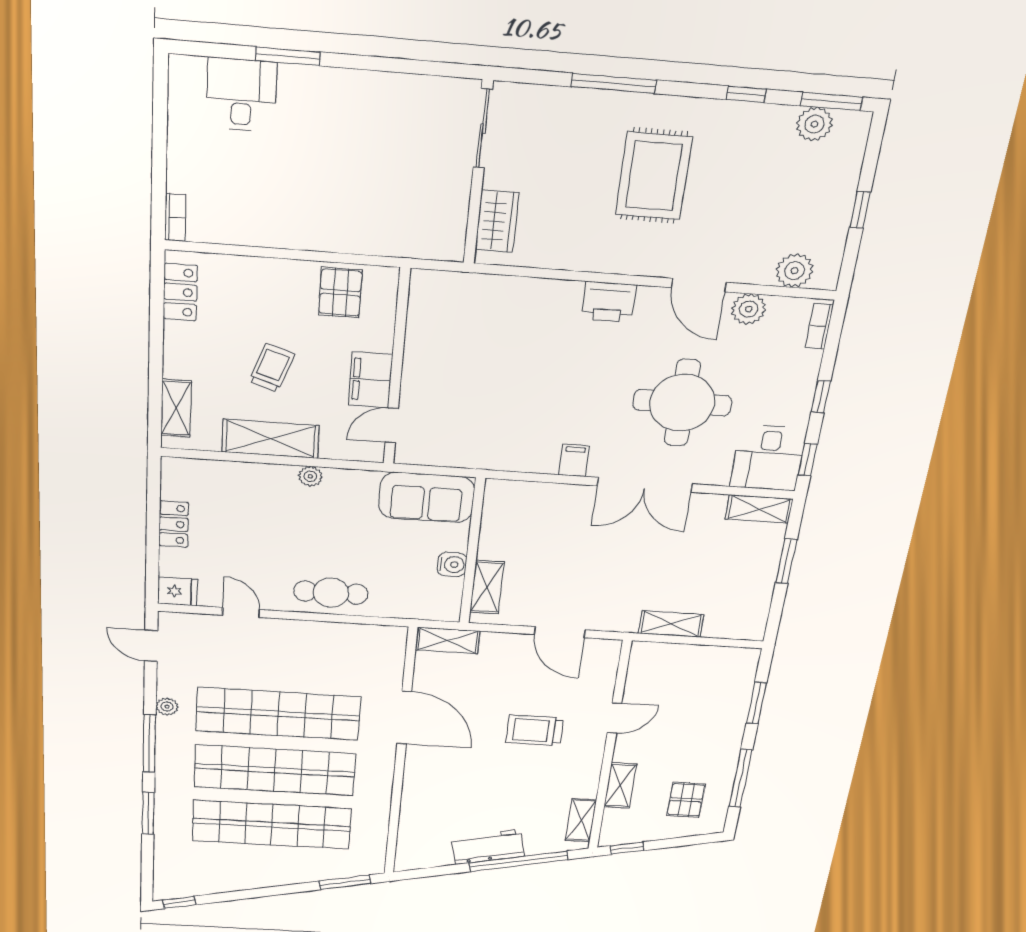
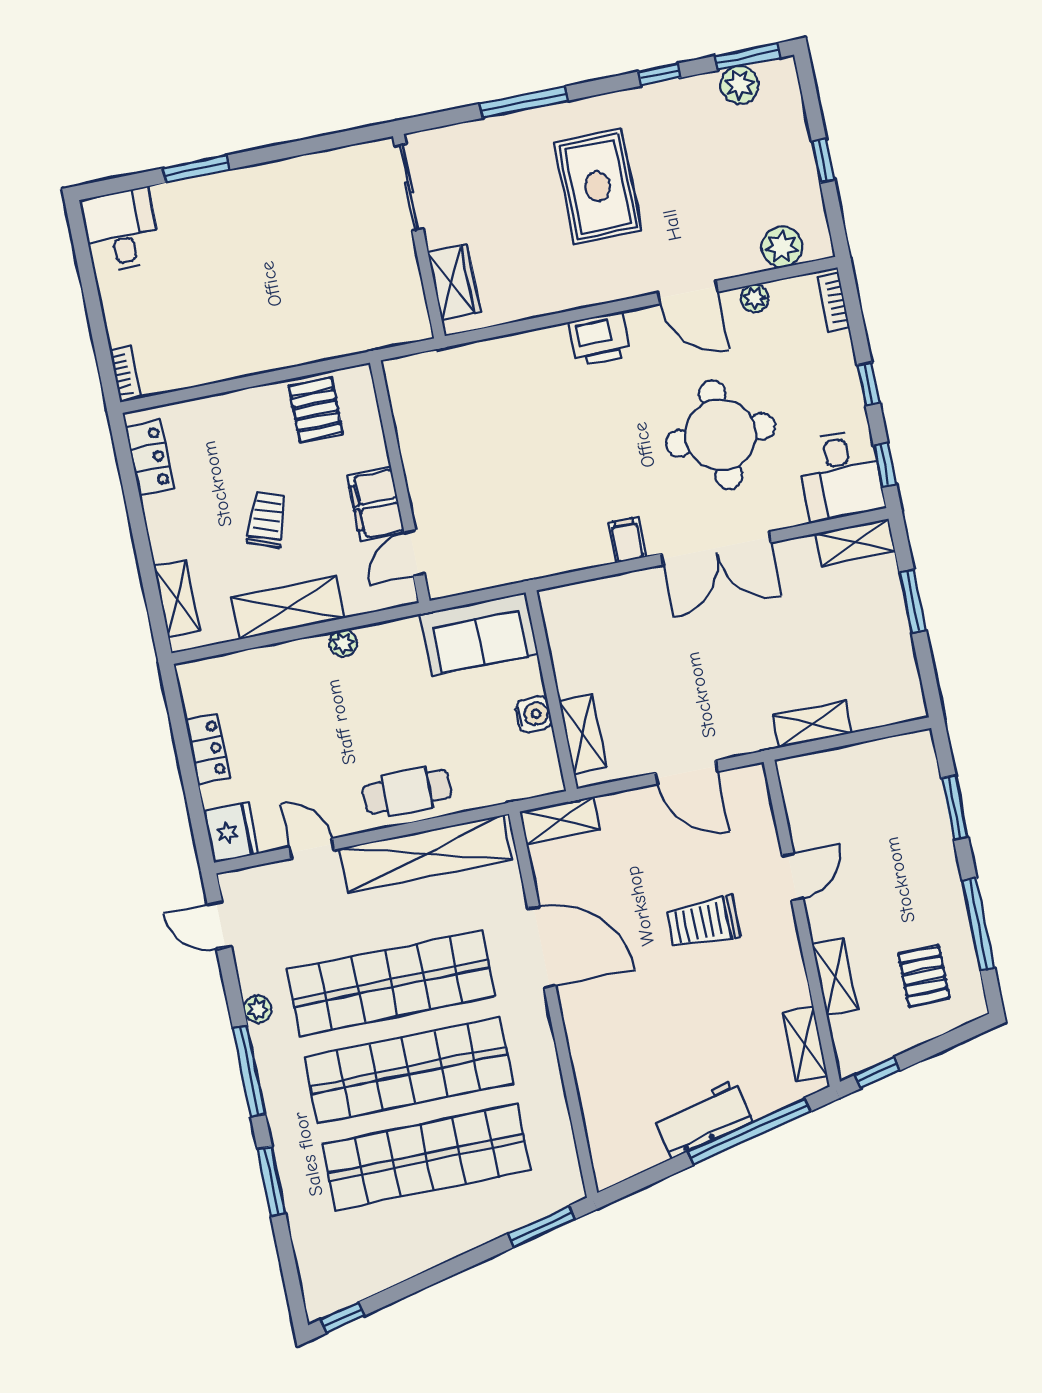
desk: (241, 95) -> (121, 230), moved
plant: (749, 309) -> (755, 298), width x0.73, depth x0.73
fridge: (177, 591) -> (231, 832), width x1.38
shelving: (332, 637) -> (425, 854), added

